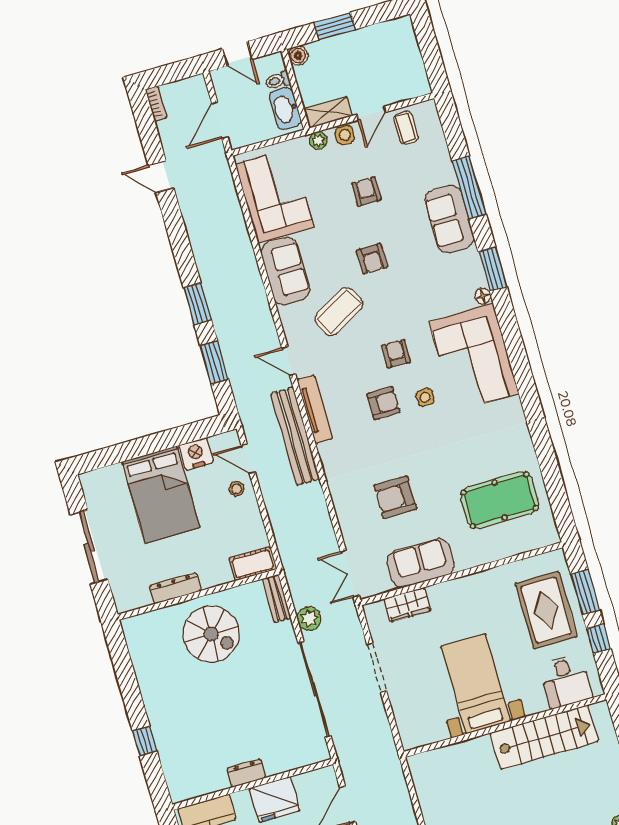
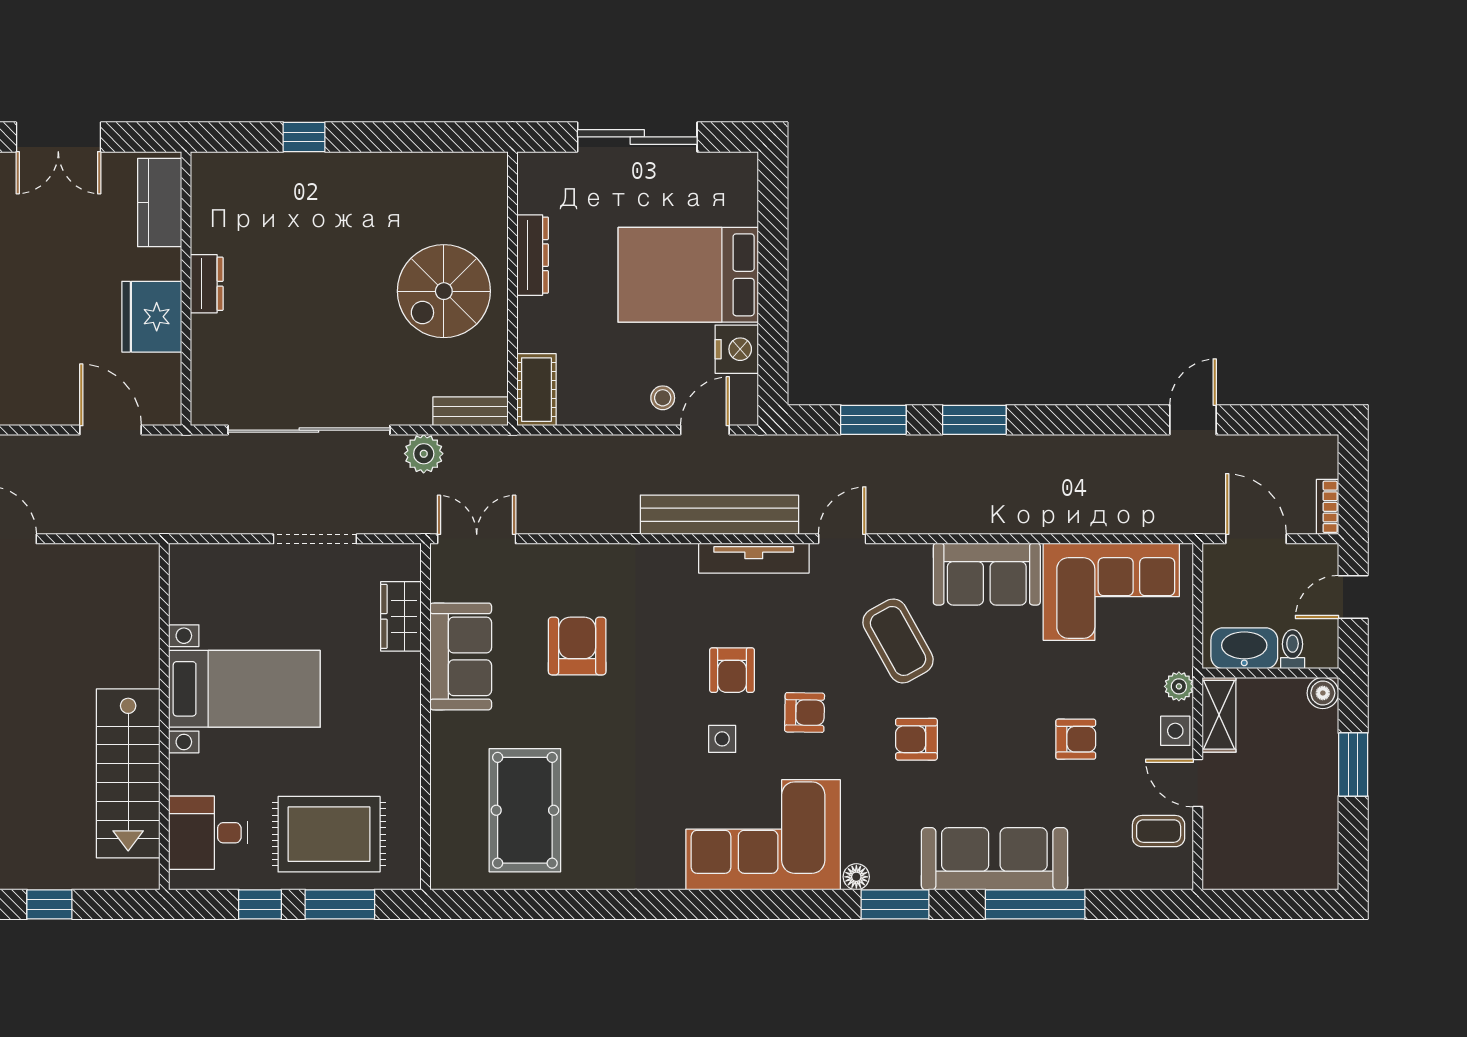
bookcase: (156, 104) -> (1328, 507), moved, turned 90
sofa: (449, 219) -> (994, 859), width x1.36
armchair: (372, 259) -> (916, 739), moved

